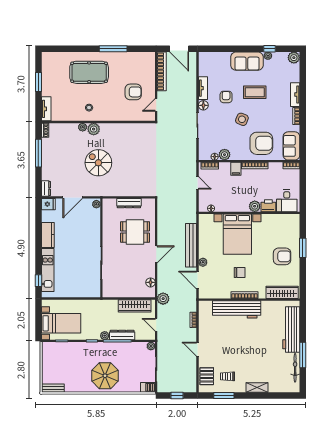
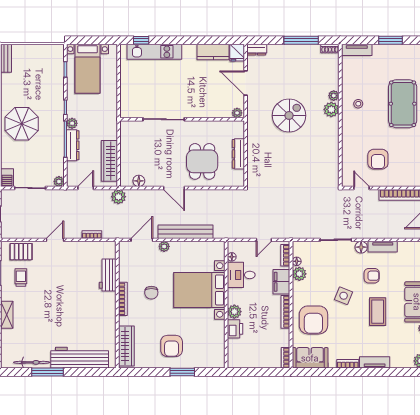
filing cabinet: (236, 169) -> (281, 282), width x2.00
desk: (287, 201) -> (241, 275), moved
kitchen counter: (48, 235) -> (213, 52), moved
workbench: (237, 309) -> (108, 275), width x0.53, depth x0.76

